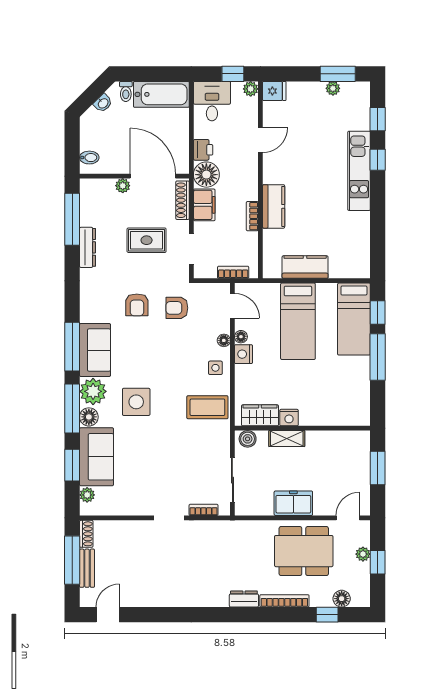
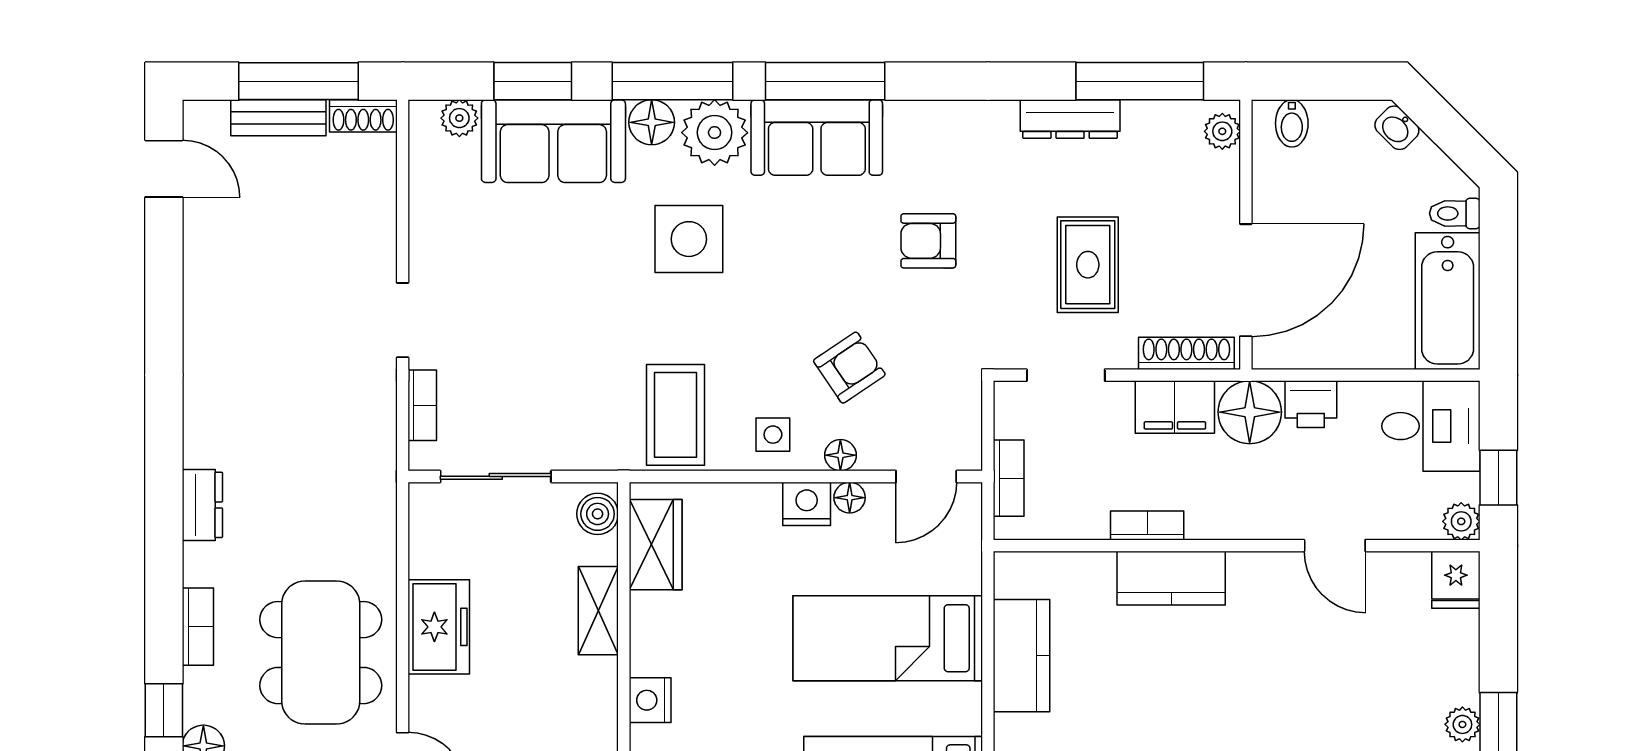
washbasin: (103, 103) -> (1397, 128), moved
plant: (123, 186) -> (1222, 131), moved
armchair: (177, 308) -> (849, 368), moved, turned 56
nightstand: (289, 418) -> (650, 700), moved
bookcase: (284, 601) -> (198, 627), width x0.64

